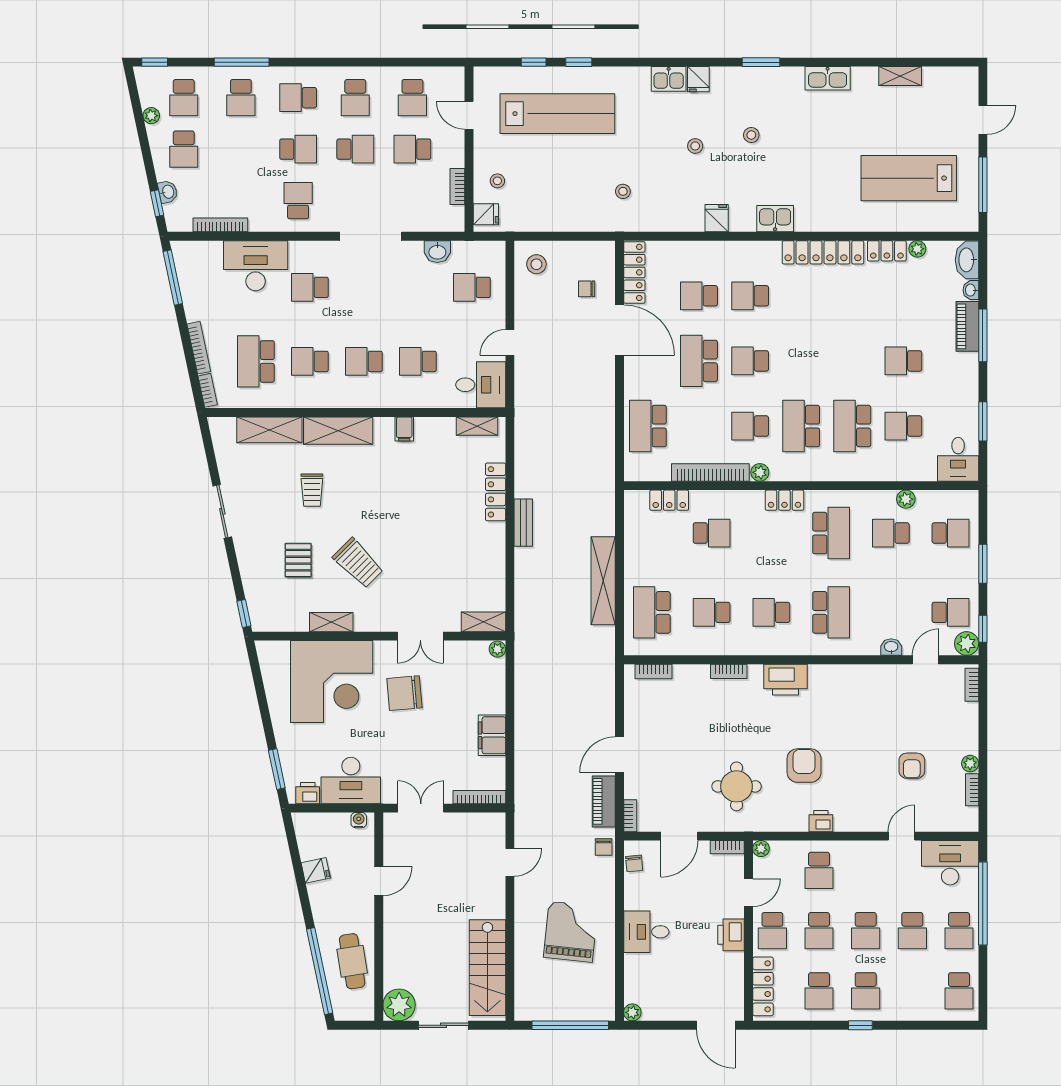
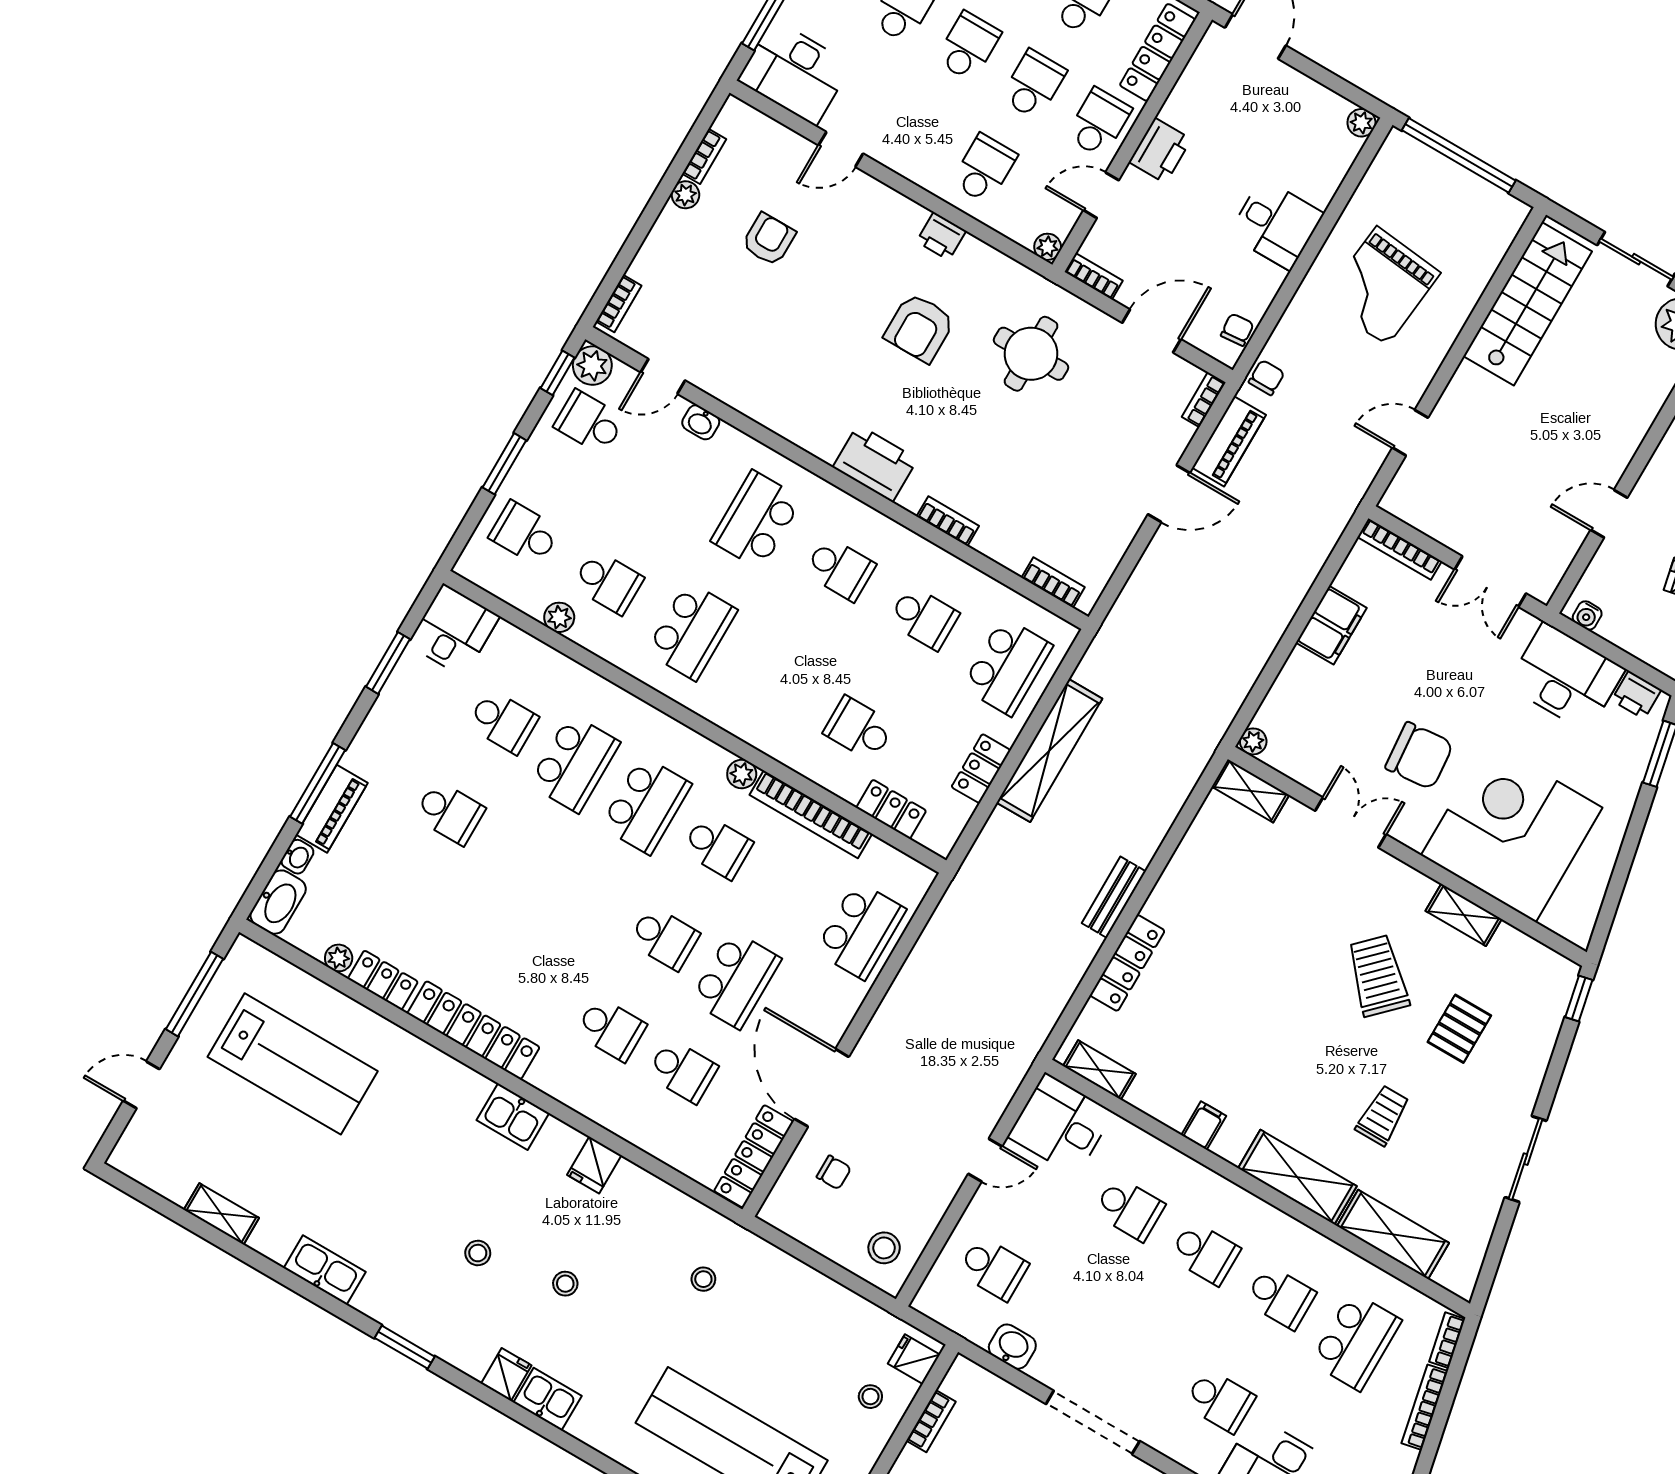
locker: (785, 500) -> (981, 769), moved, turned -90
school desk: (831, 533) -> (692, 631), turned 180

